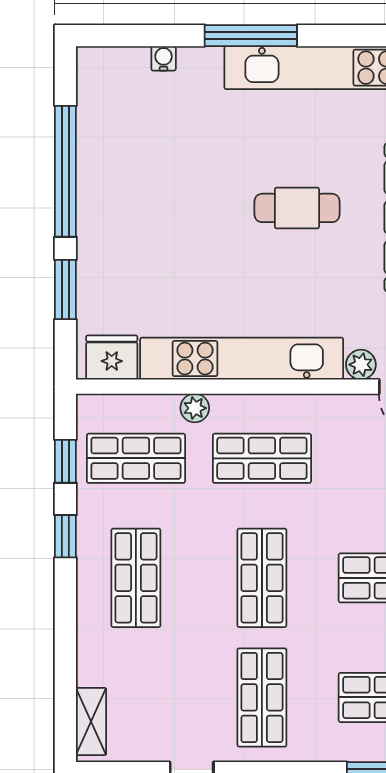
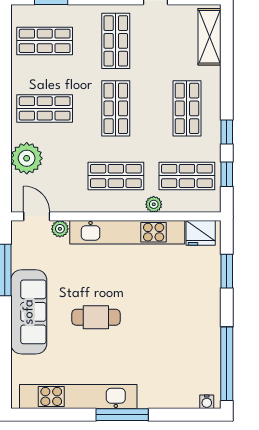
water cooler: (164, 58) -> (207, 402), moved
window: (65, 171) -> (227, 364), moved
shelving: (91, 722) -> (209, 37), width x1.50, depth x1.33

